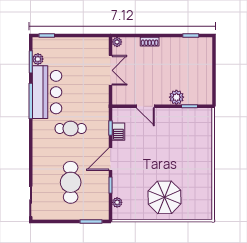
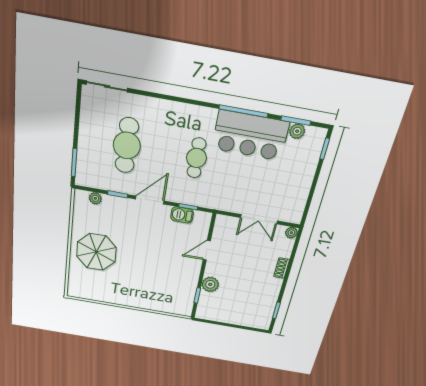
door: (111, 159) -> (150, 200), hinge flipped
cafe table: (71, 182) -> (127, 145), turned 90

